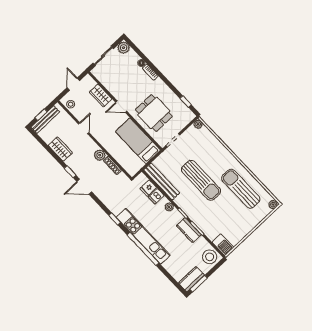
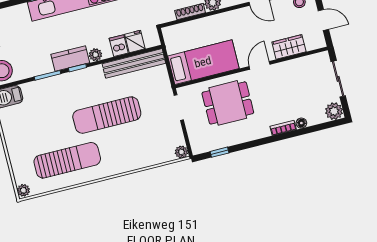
kitchen counter: (189, 230) -> (70, 59), moved

